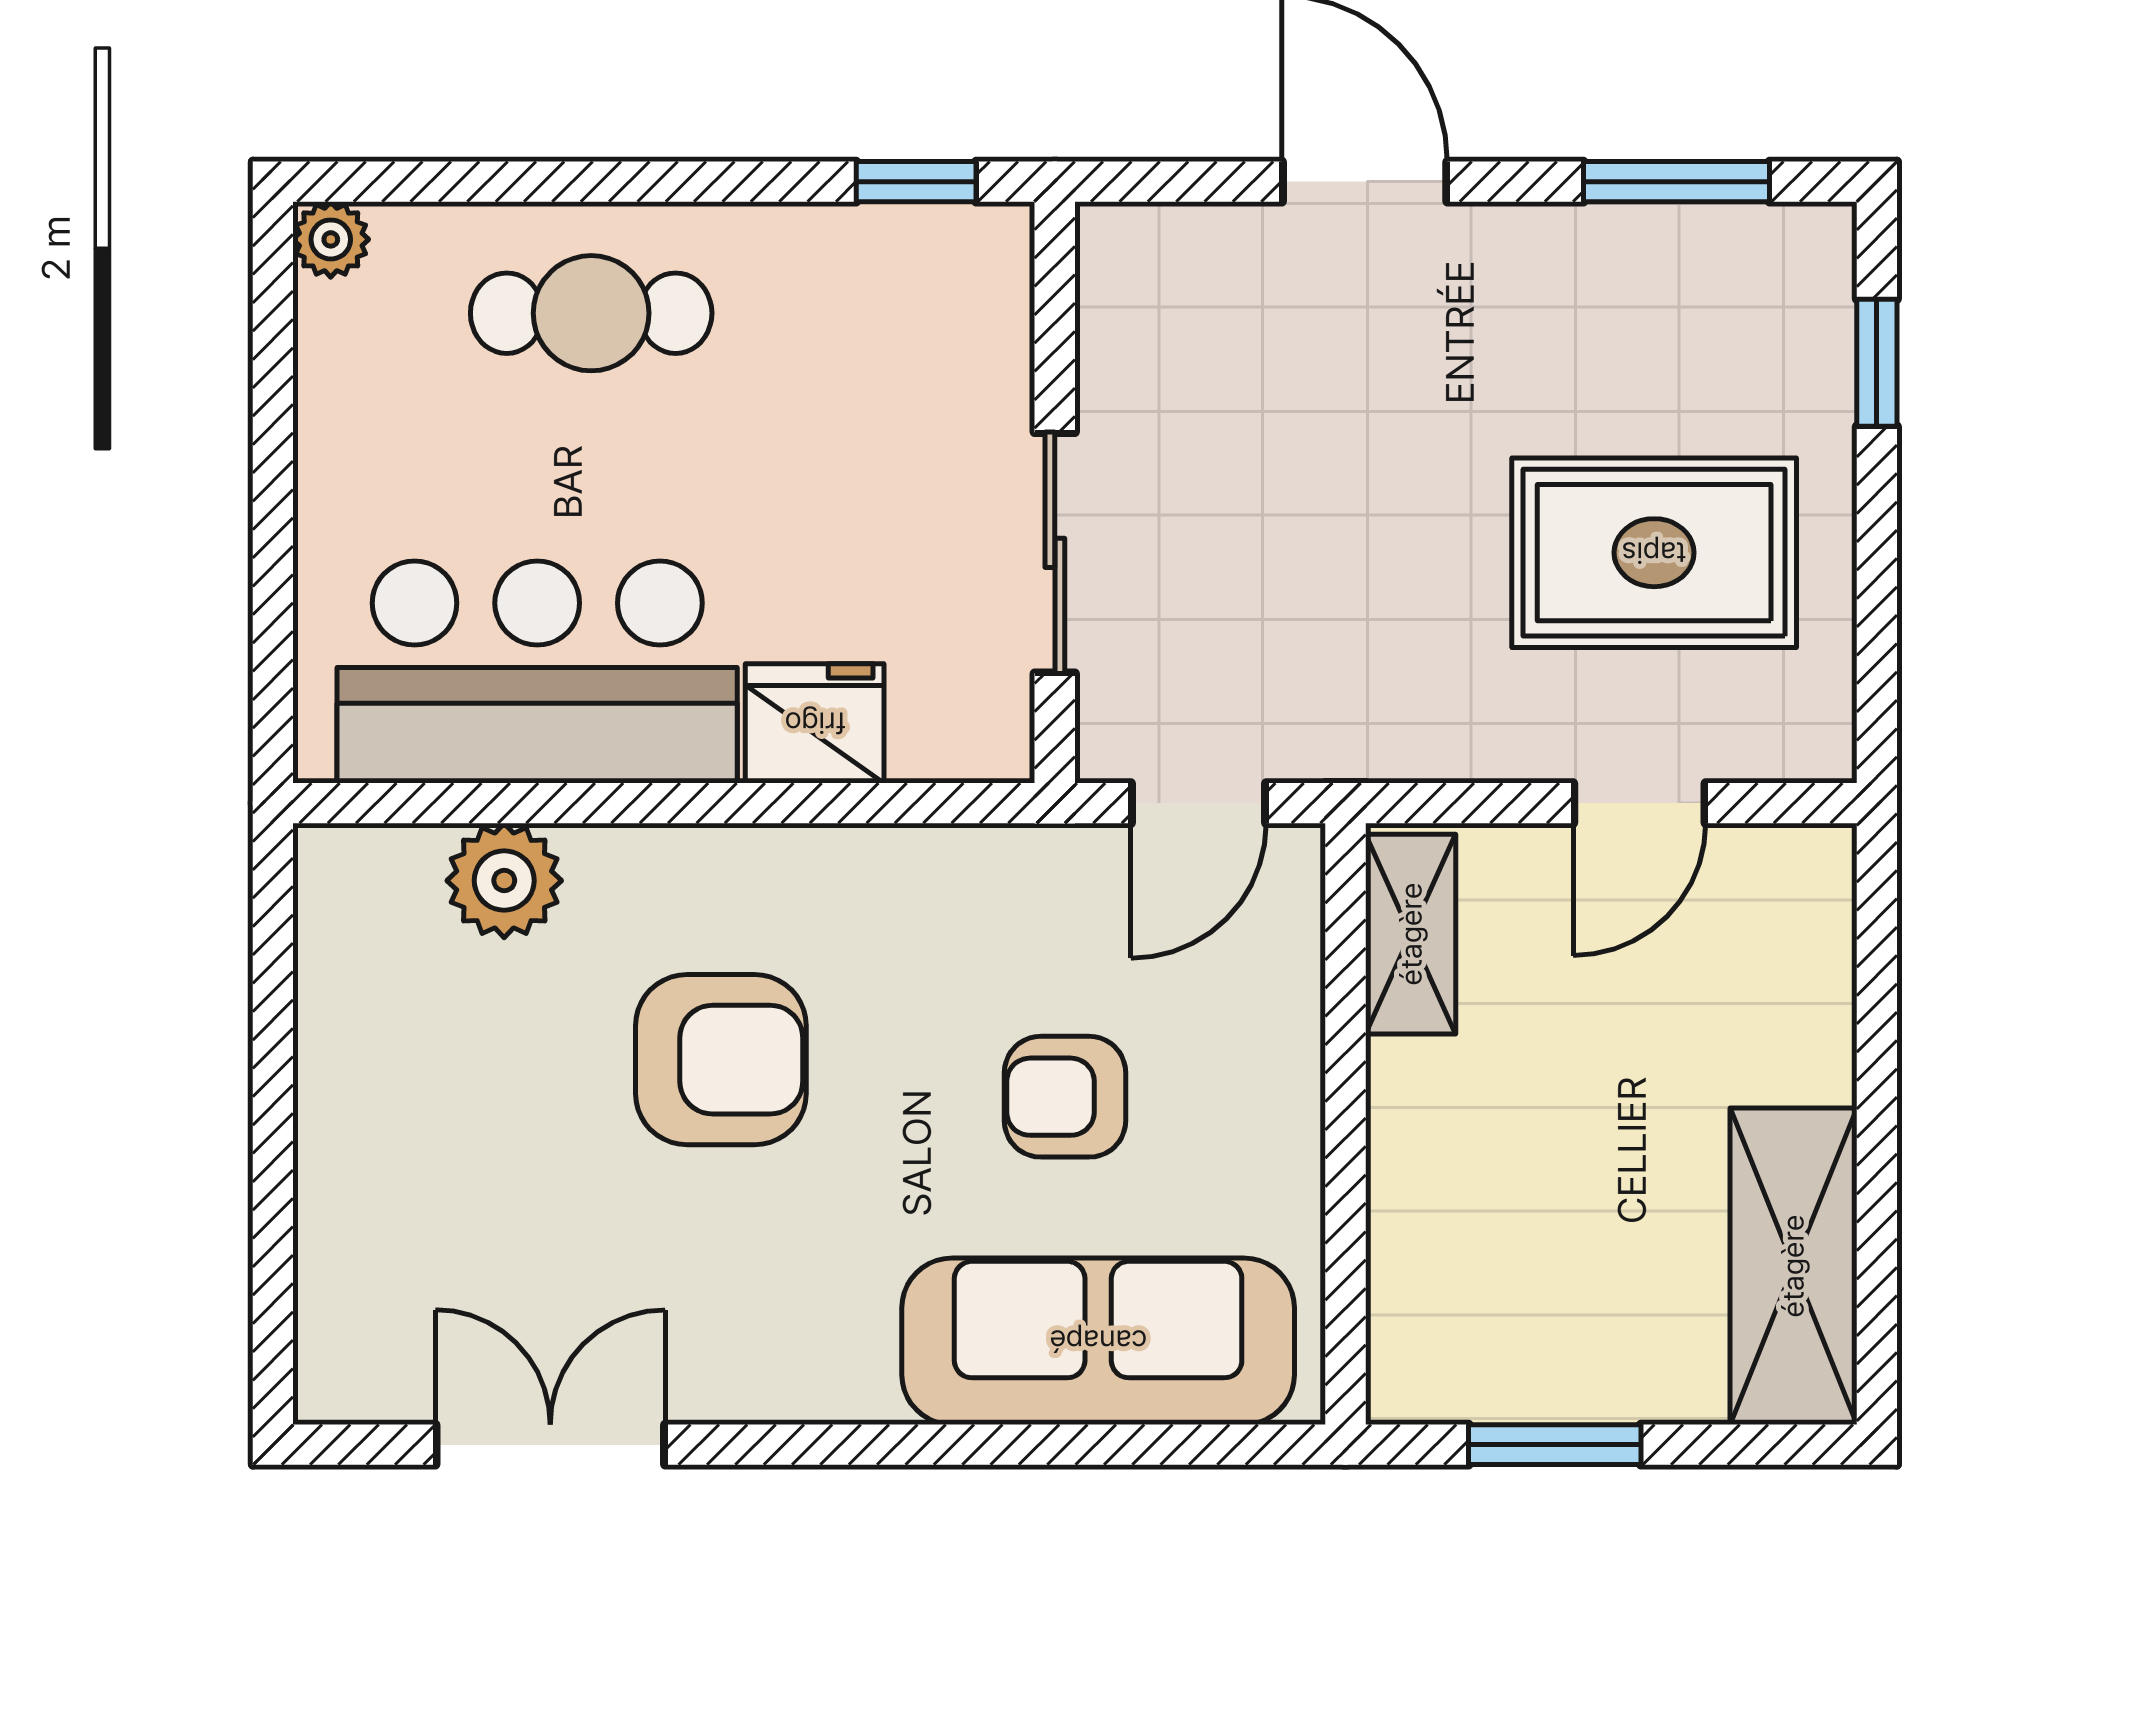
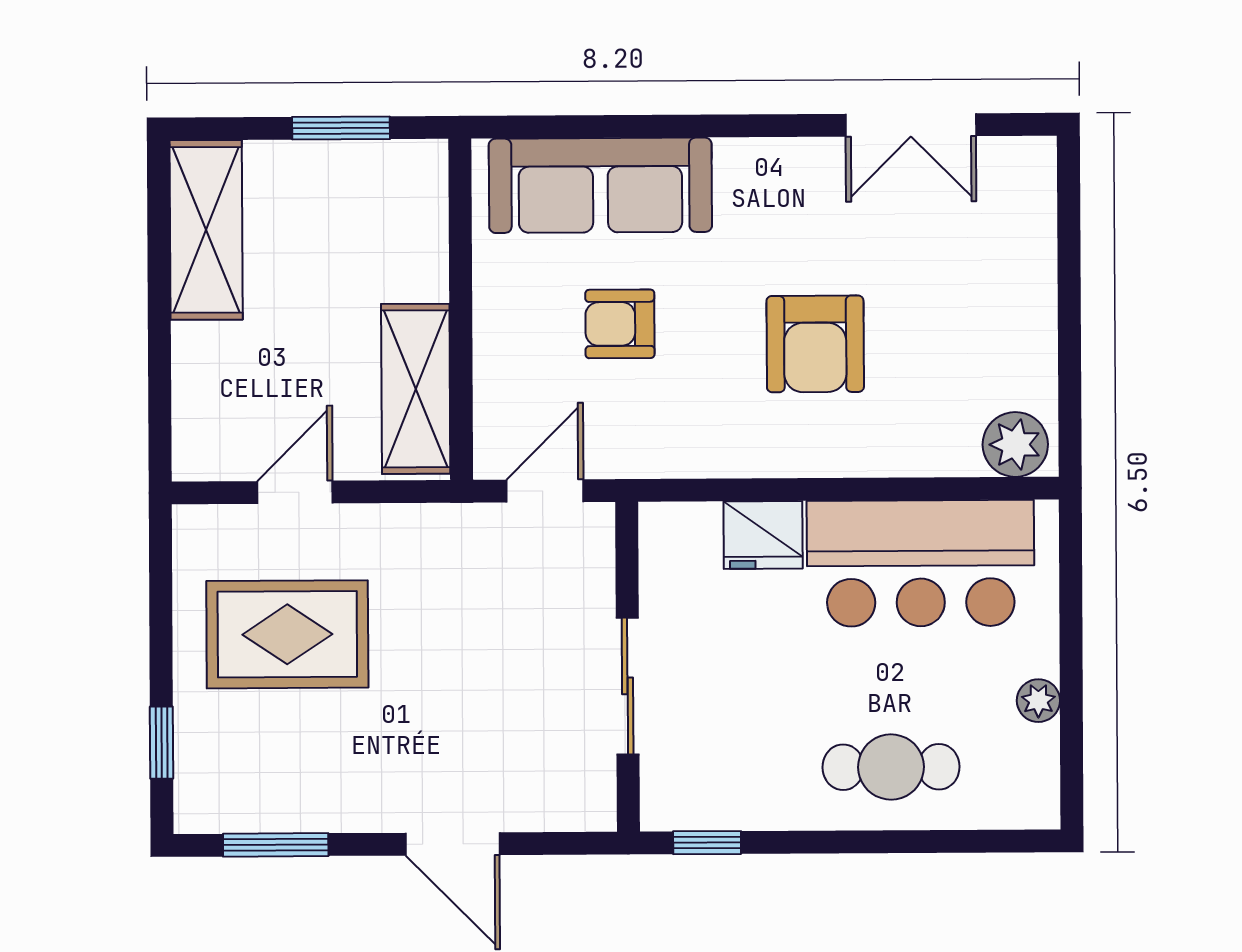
plant: (331, 239) -> (1038, 701), moved
sliding door: (1055, 553) -> (628, 686), moved
plant: (504, 881) -> (1015, 444), moved
shelving: (1411, 934) -> (416, 389), width x1.50, depth x1.33
armchair: (721, 1060) -> (815, 344), turned -90
armchair: (1065, 1097) -> (620, 324), turned 180

